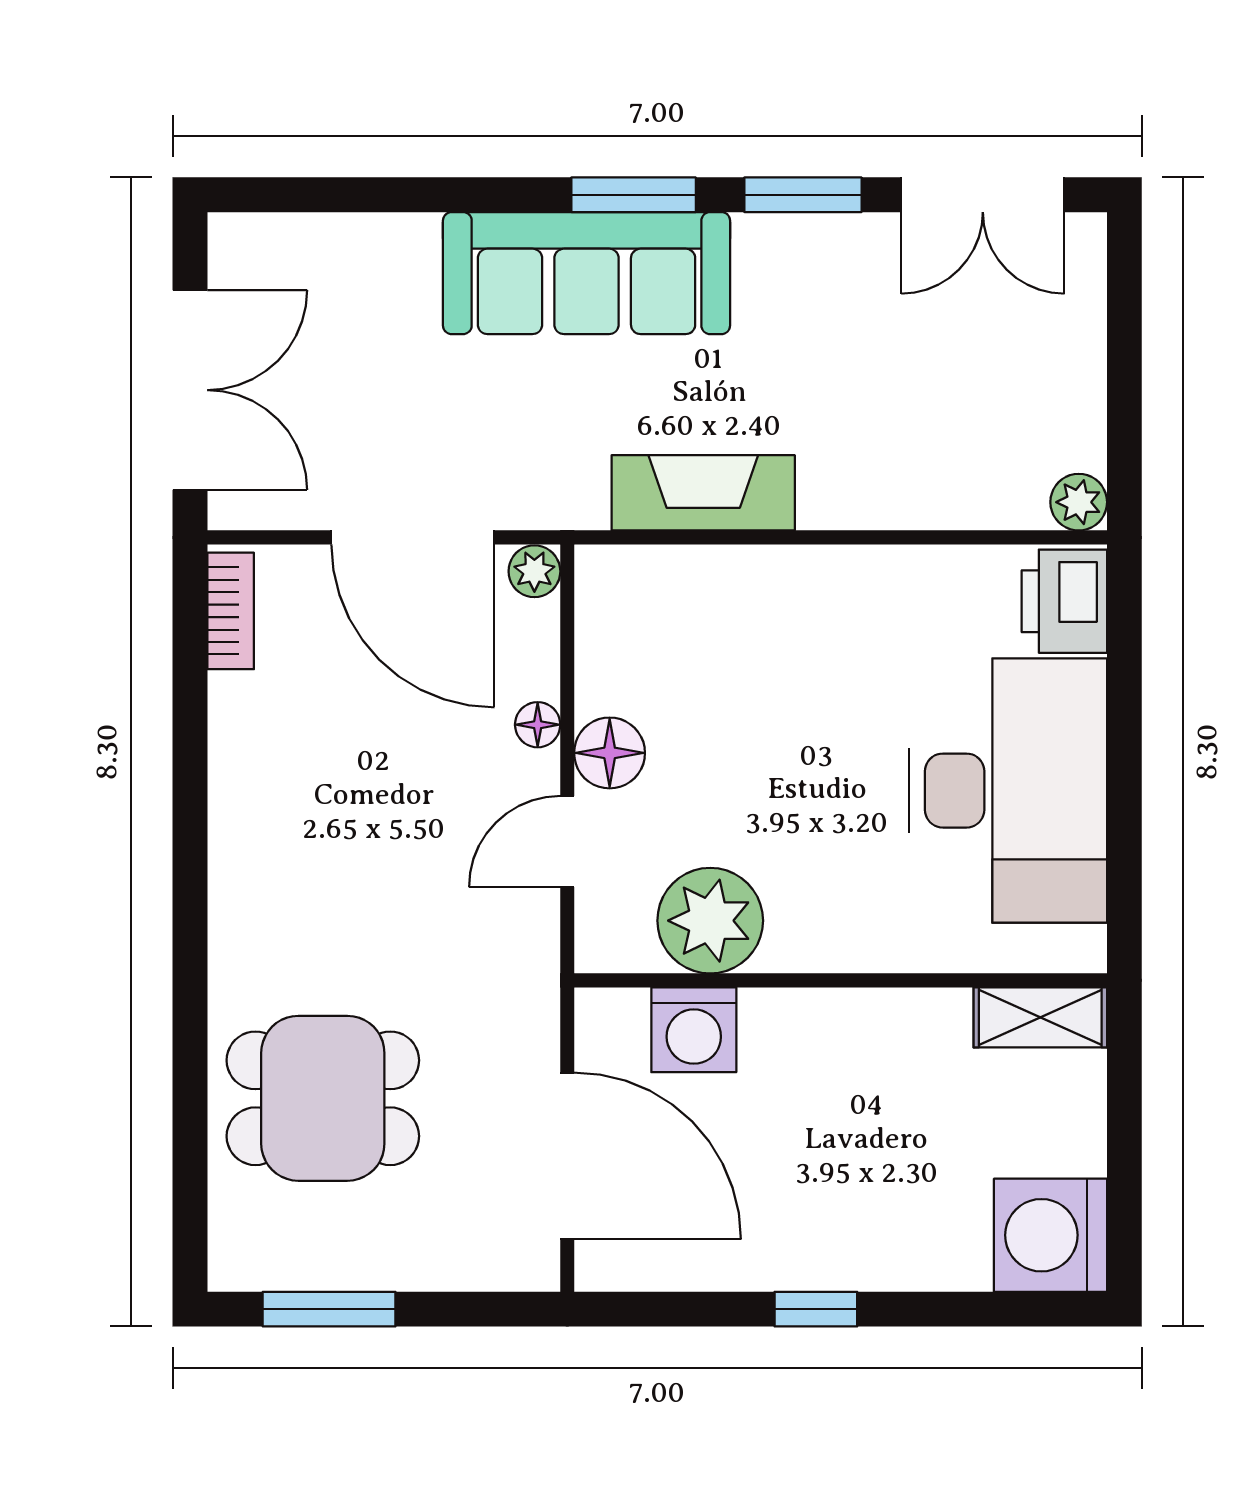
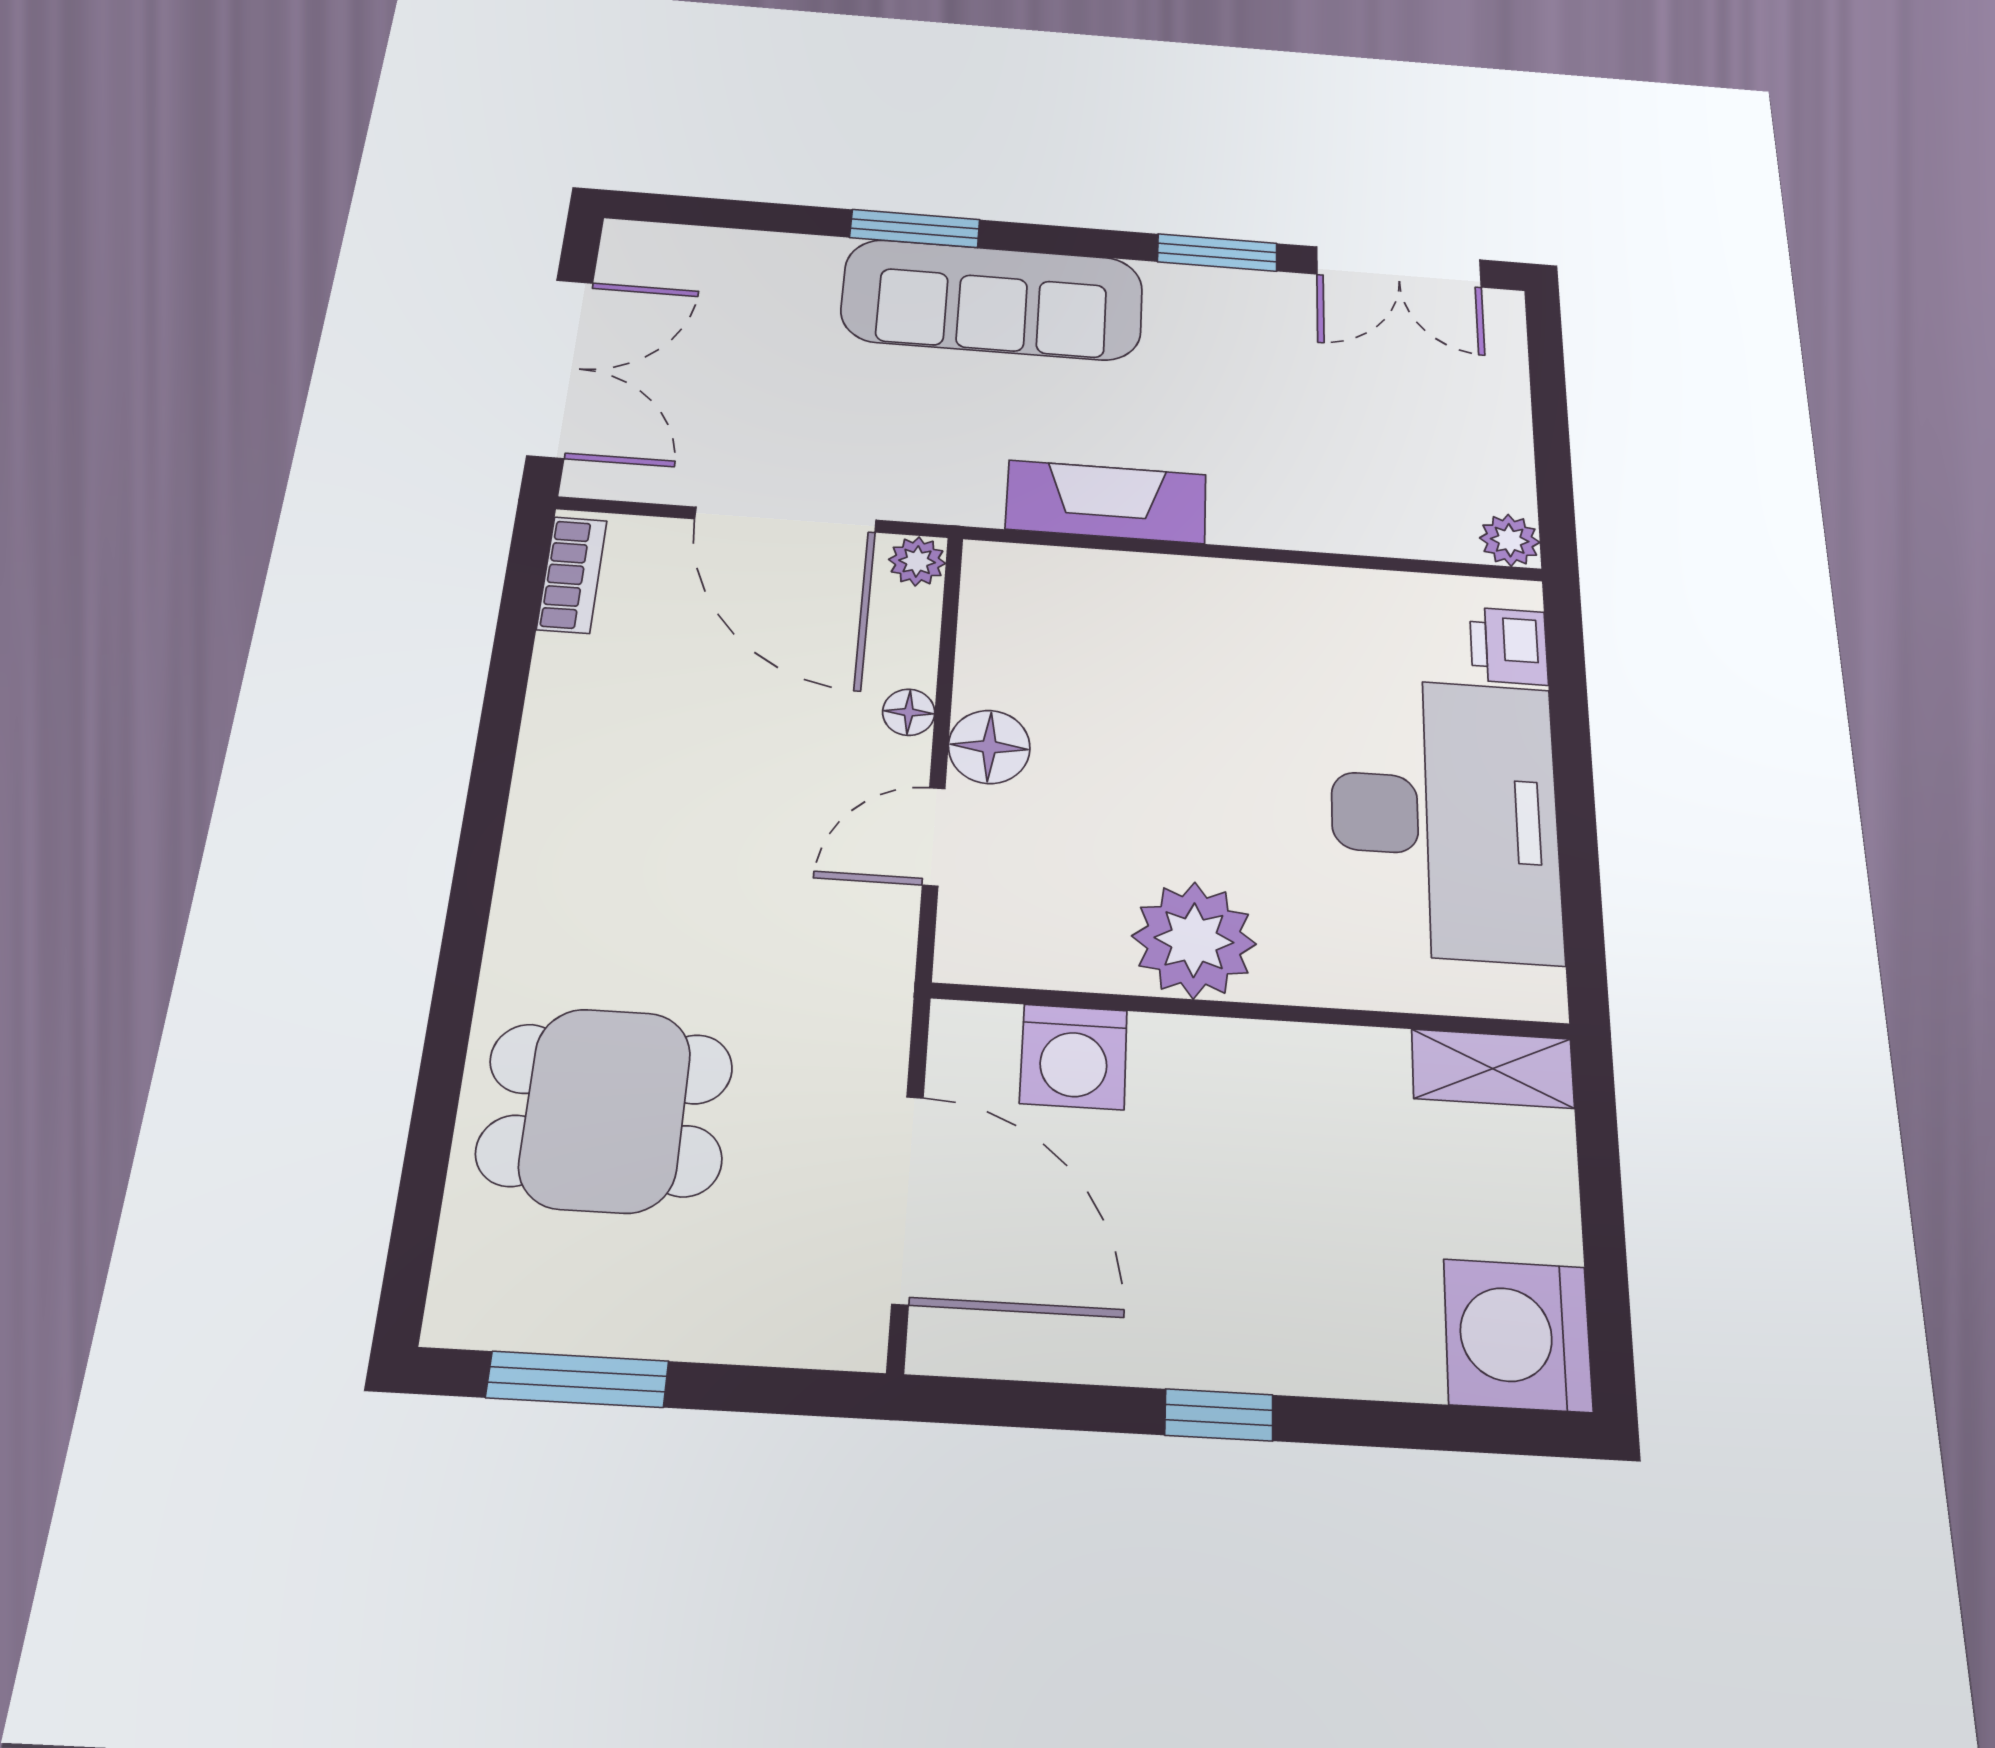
window: (634, 195) -> (915, 229), moved
printer: (1064, 601) -> (1509, 646), width x0.73, depth x0.81
plant: (710, 921) -> (1194, 940), moved

